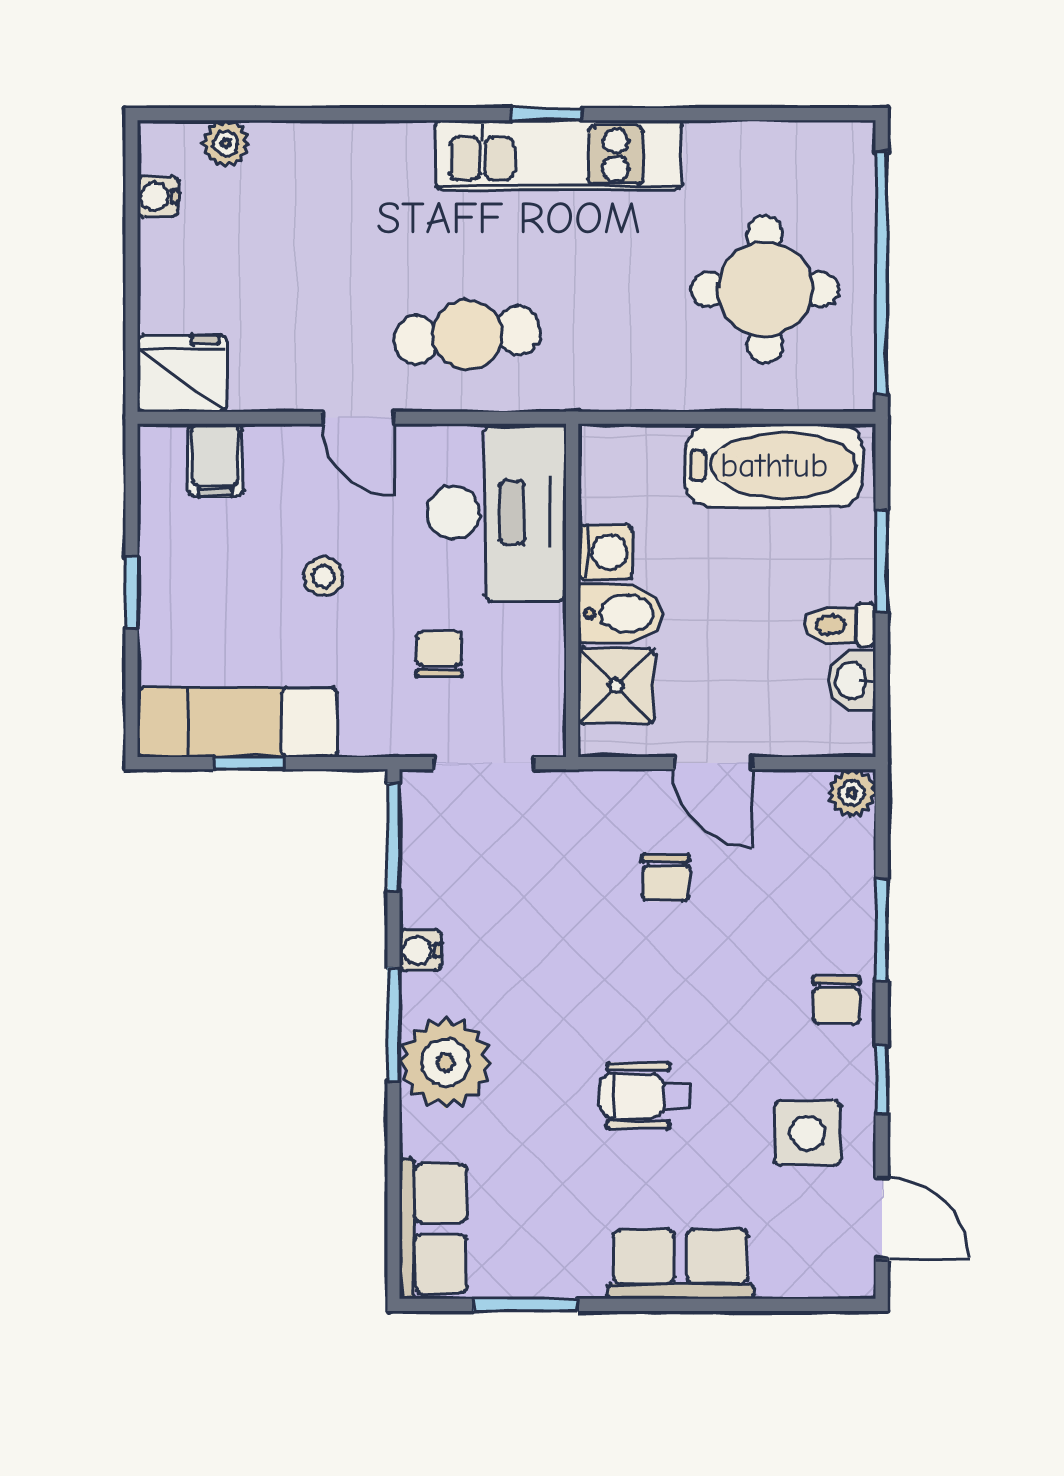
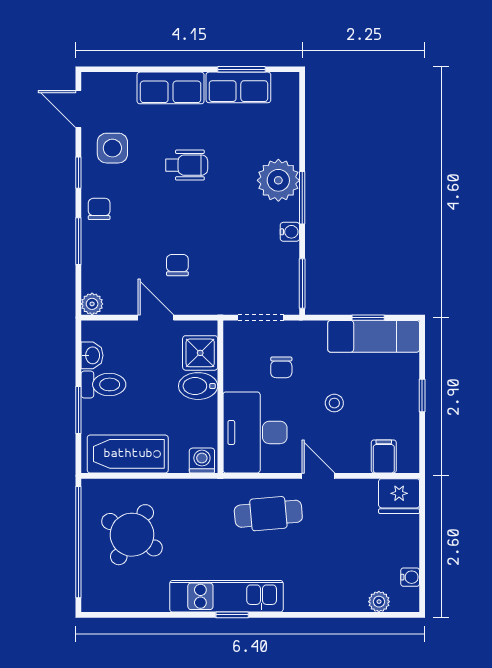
round table: (765, 289) -> (132, 535), turned 31
washing machine: (605, 552) -> (202, 461), moved, turned 90
toilet: (841, 625) -> (103, 384), width x1.37, depth x1.39
row of seats: (433, 1228) -> (238, 87), moved, turned -90

